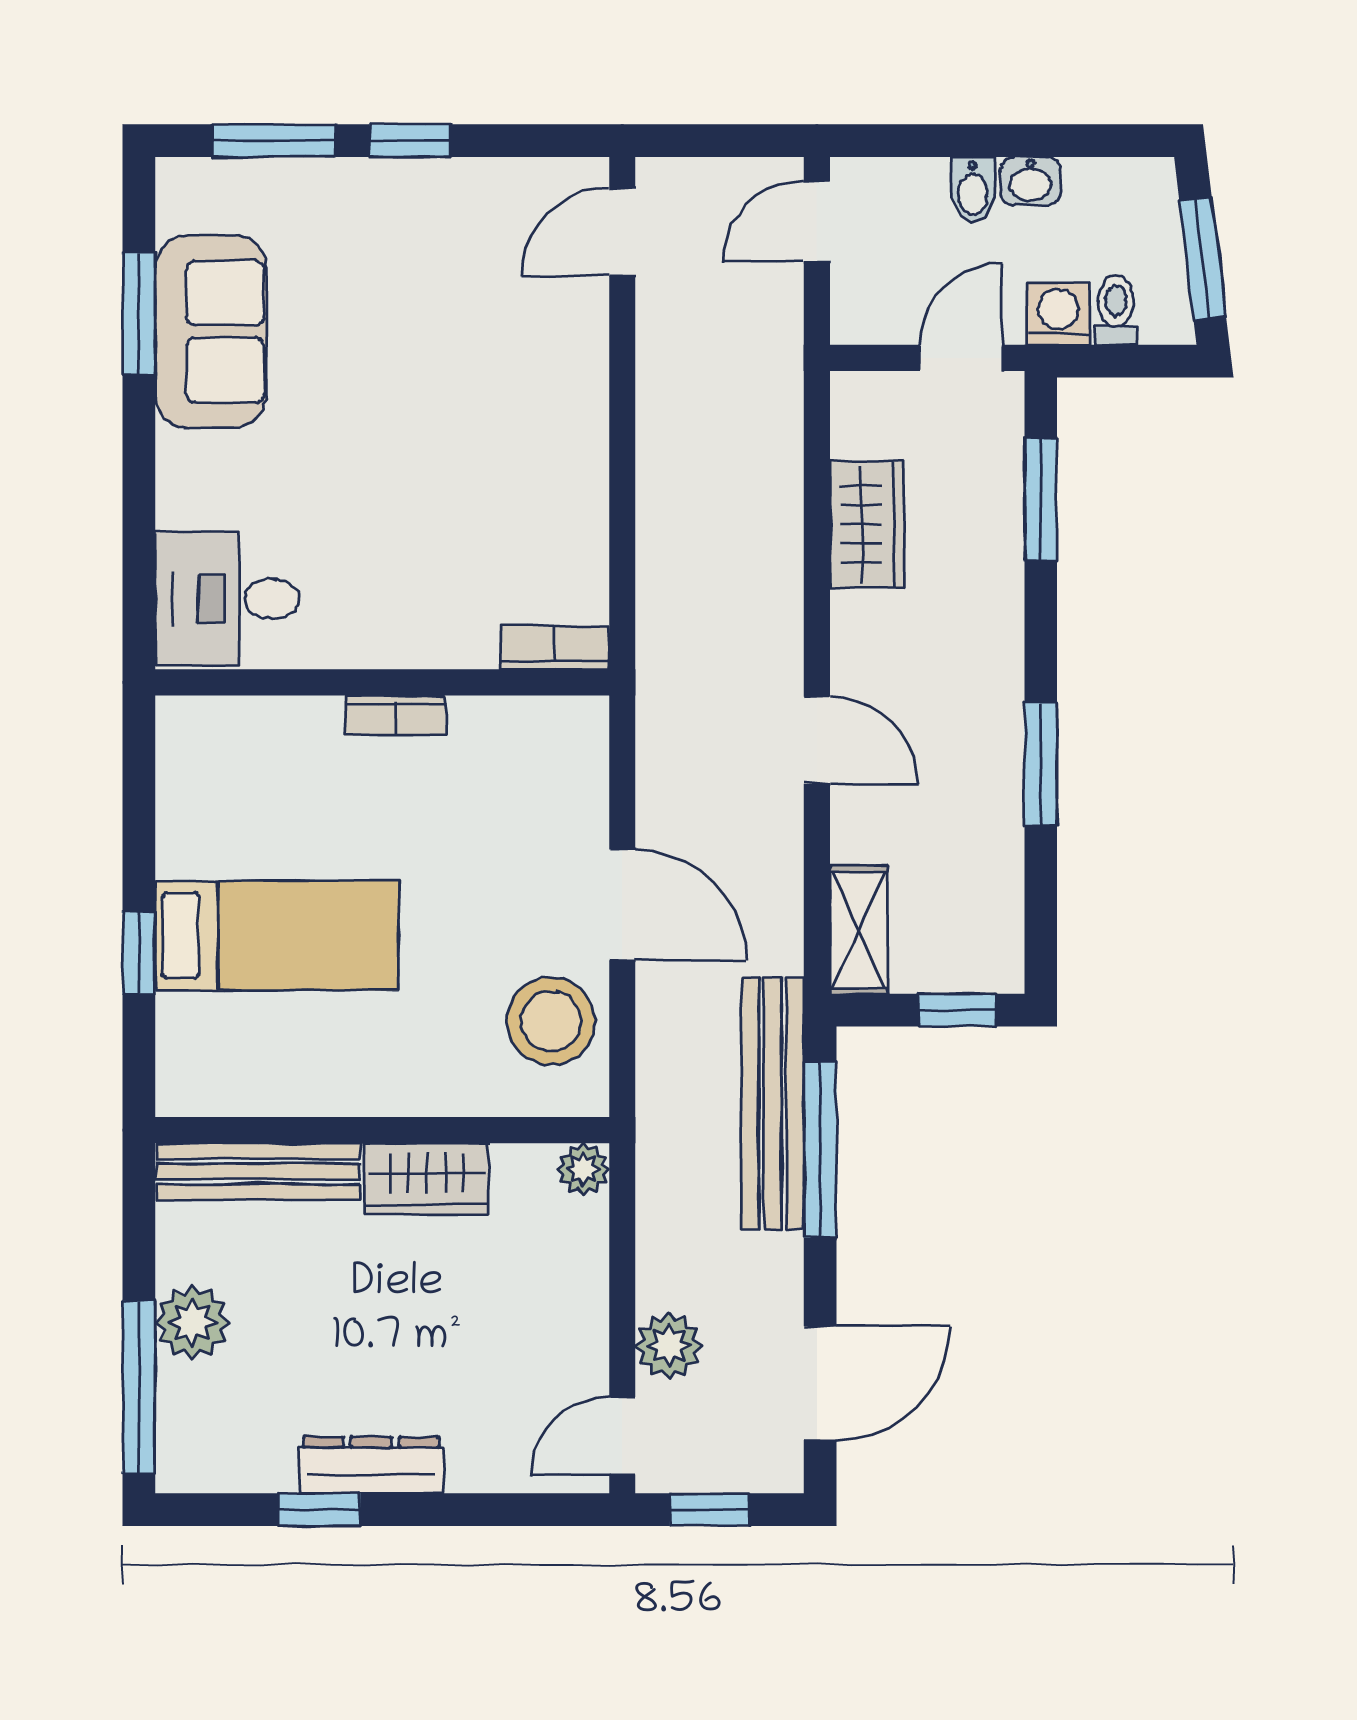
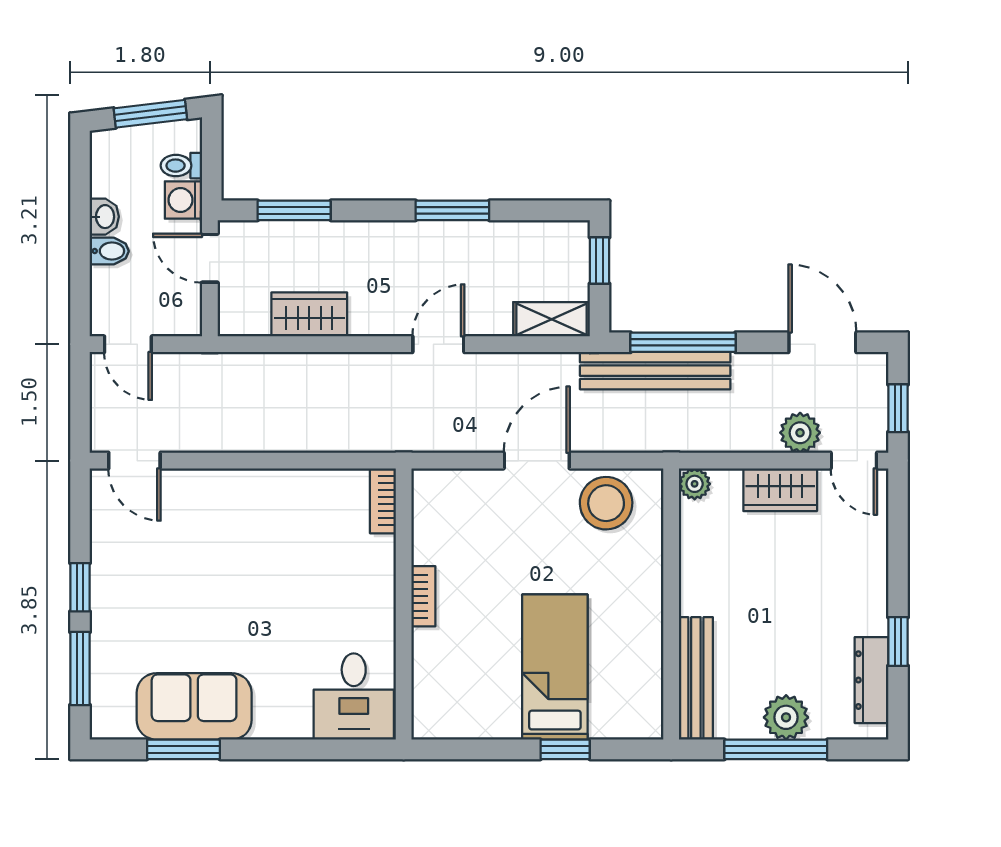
wardrobe: (427, 1179) -> (780, 490), moved, turned 90
window: (139, 1387) -> (776, 749), moved
dresser: (371, 1465) -> (872, 680), moved

